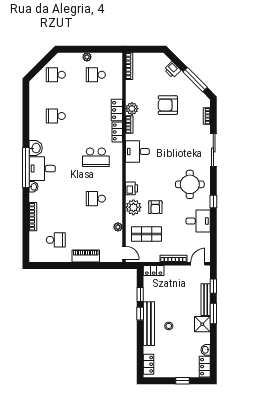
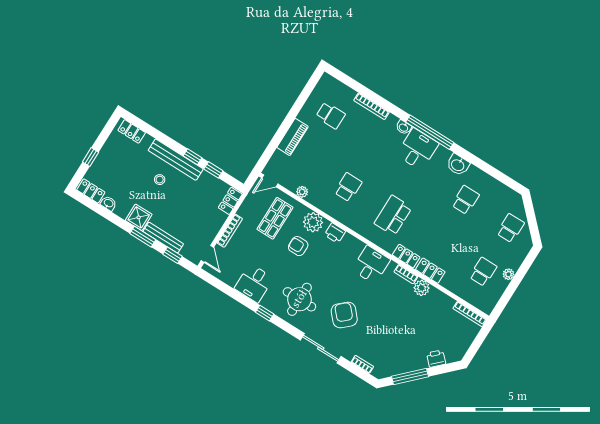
armchair: (168, 105) -> (344, 315), moved, turned -42
washbasin: (36, 148) -> (458, 165), moved
school desk: (56, 240) -> (331, 115), turned -90

